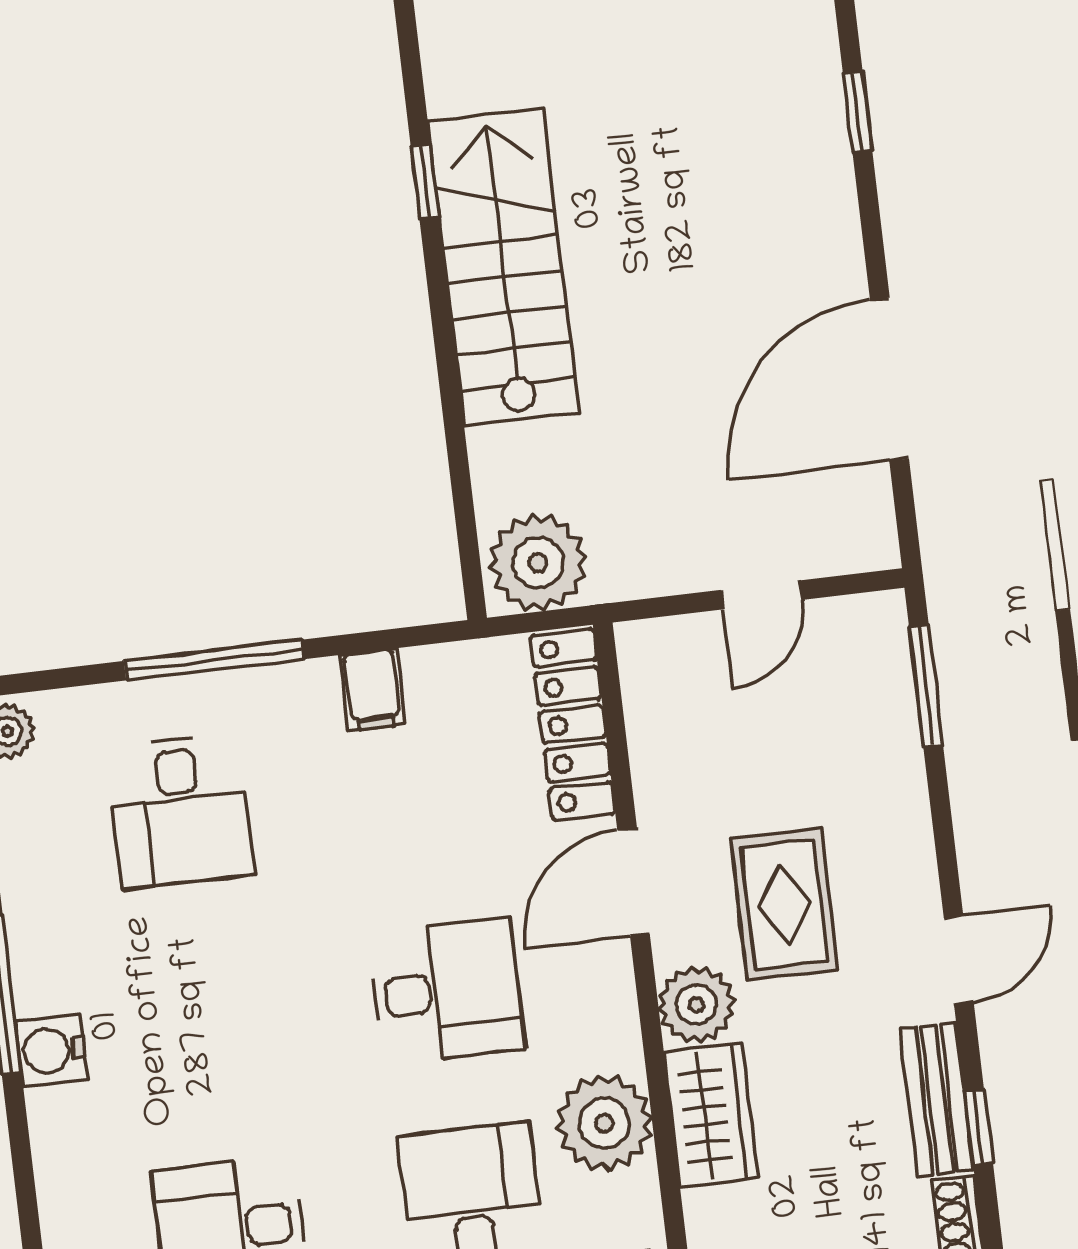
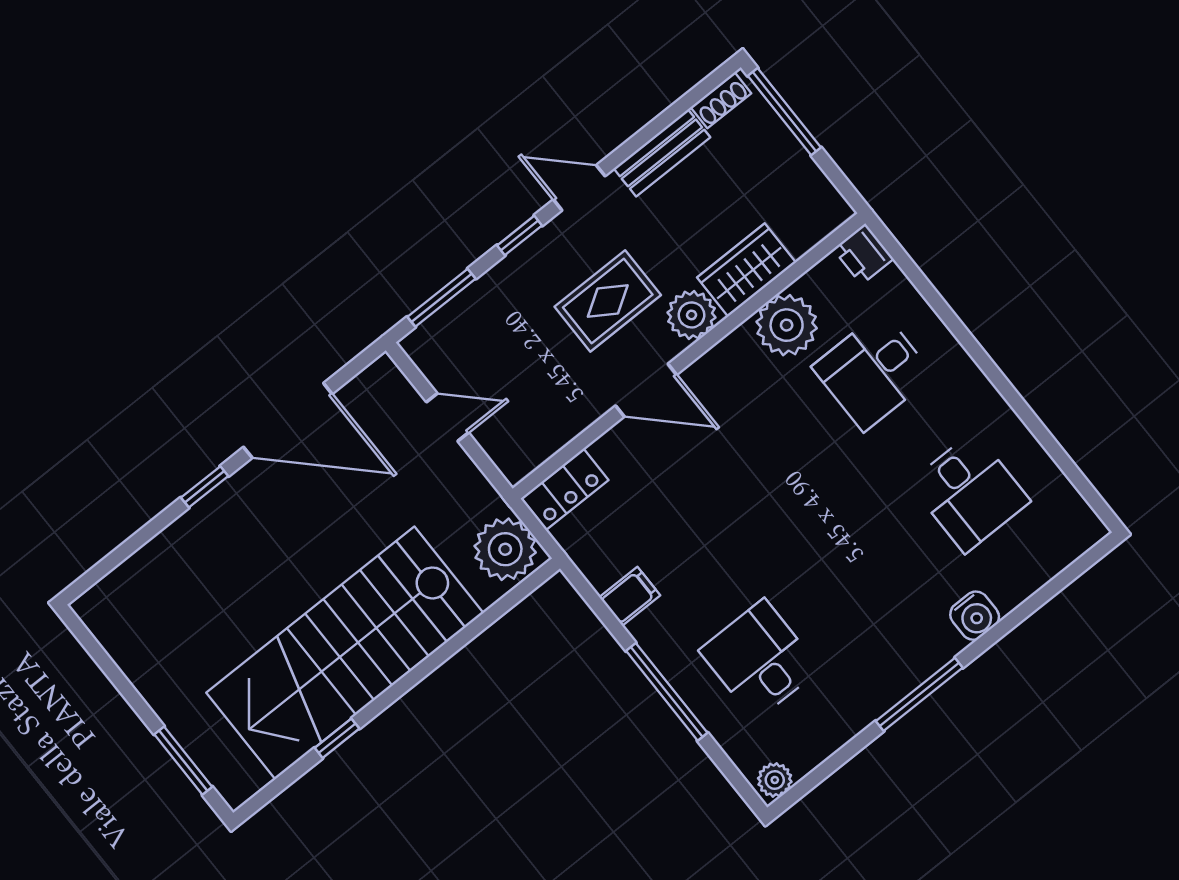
window: (858, 112) -> (205, 487), moved
stairs: (503, 267) -> (345, 653), width x1.36, depth x1.51
locker: (573, 724) -> (564, 489), width x0.66
desk: (180, 811) -> (760, 660), turned -90
desk: (446, 991) -> (768, 455), removed
water cooler: (52, 1050) -> (975, 616), moved
window: (979, 1127) -> (520, 235), moved

